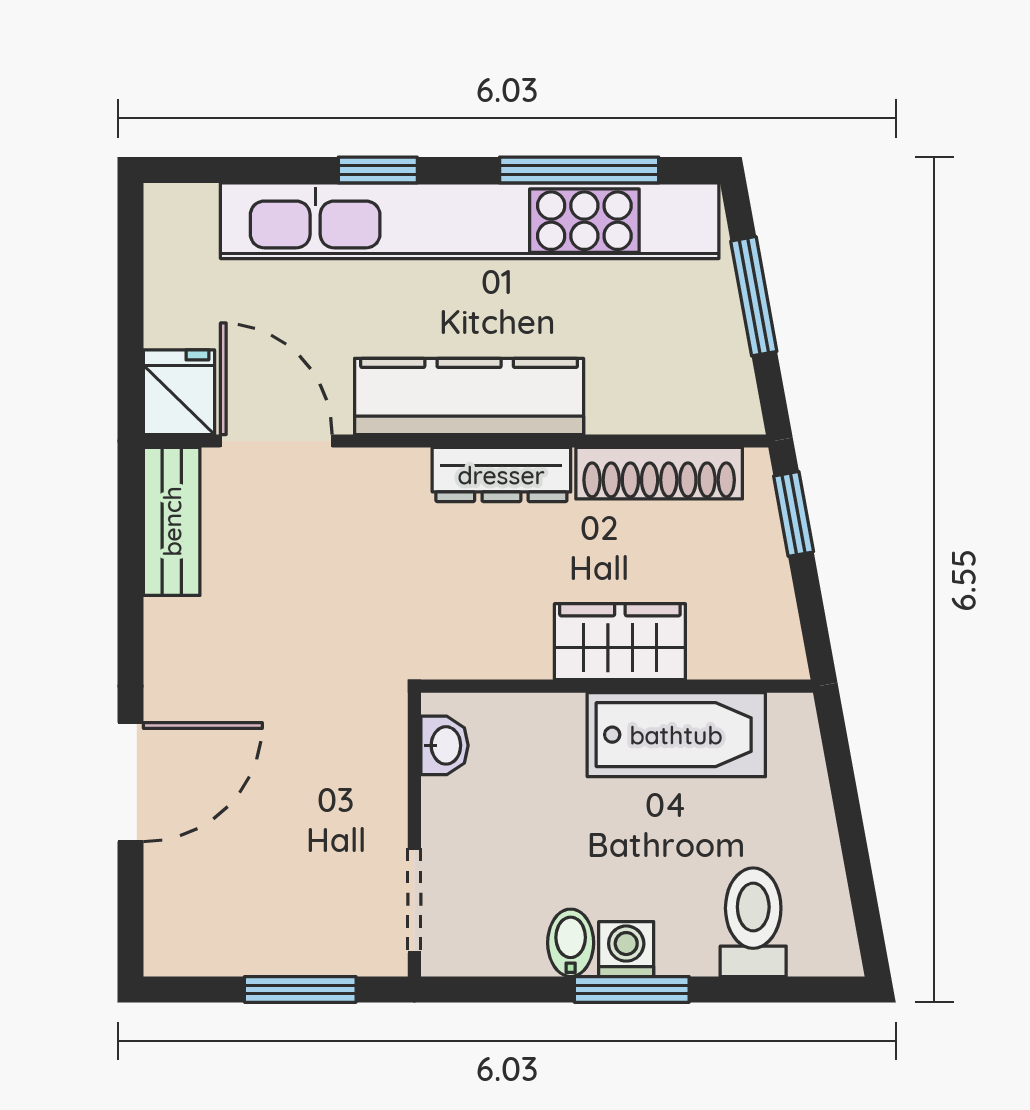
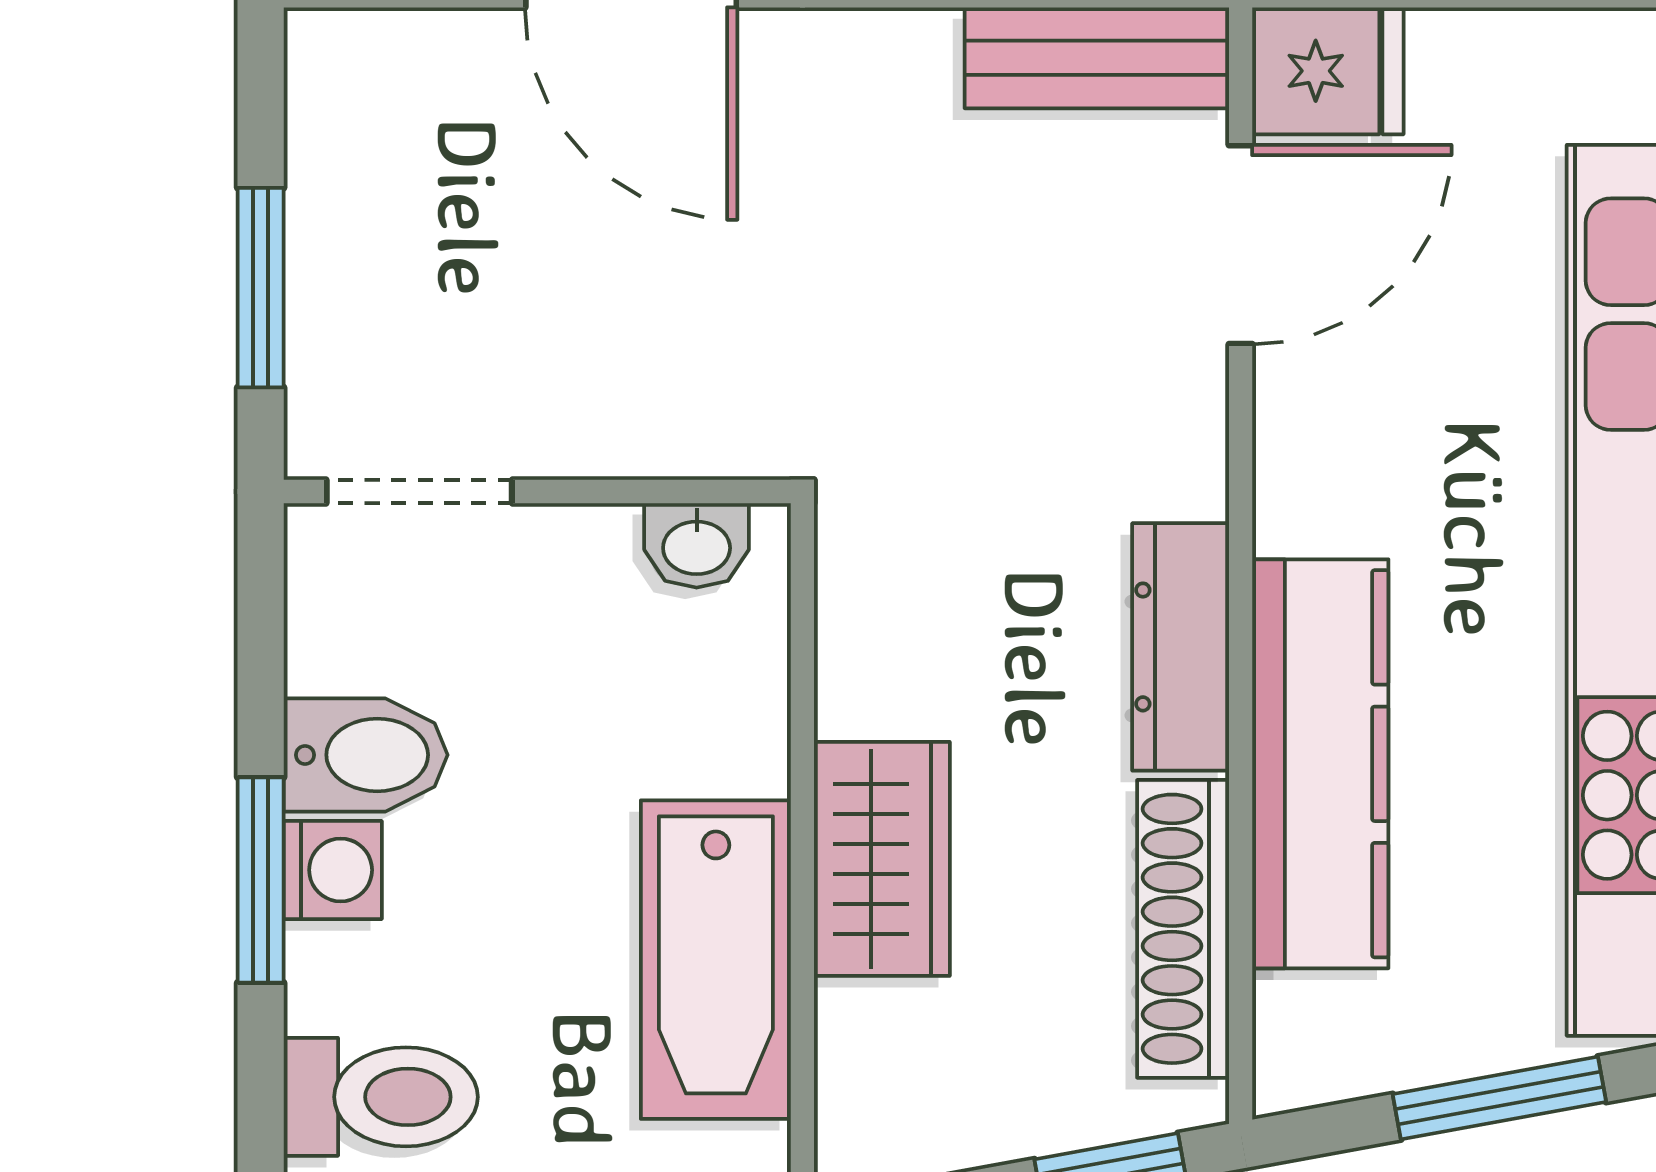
kitchen counter: (469, 396) -> (1320, 764), moved
bidet: (571, 943) -> (366, 755), width x1.38, depth x1.36

